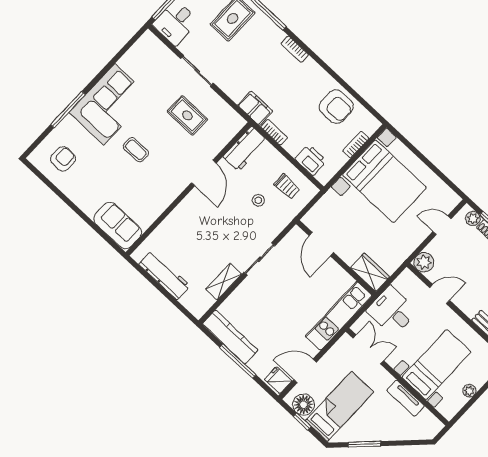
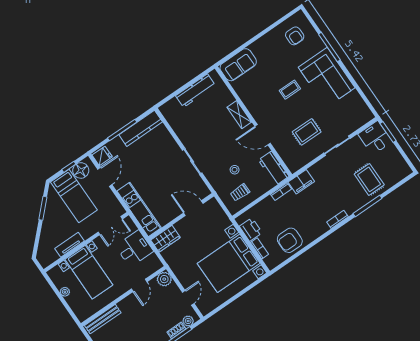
printer: (311, 160) -> (251, 229), moved, turned -90
shelving: (224, 282) -> (239, 115), moved

